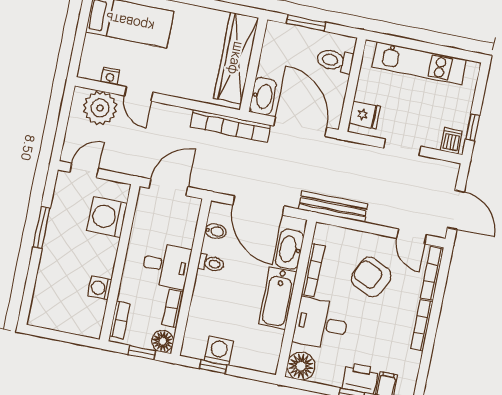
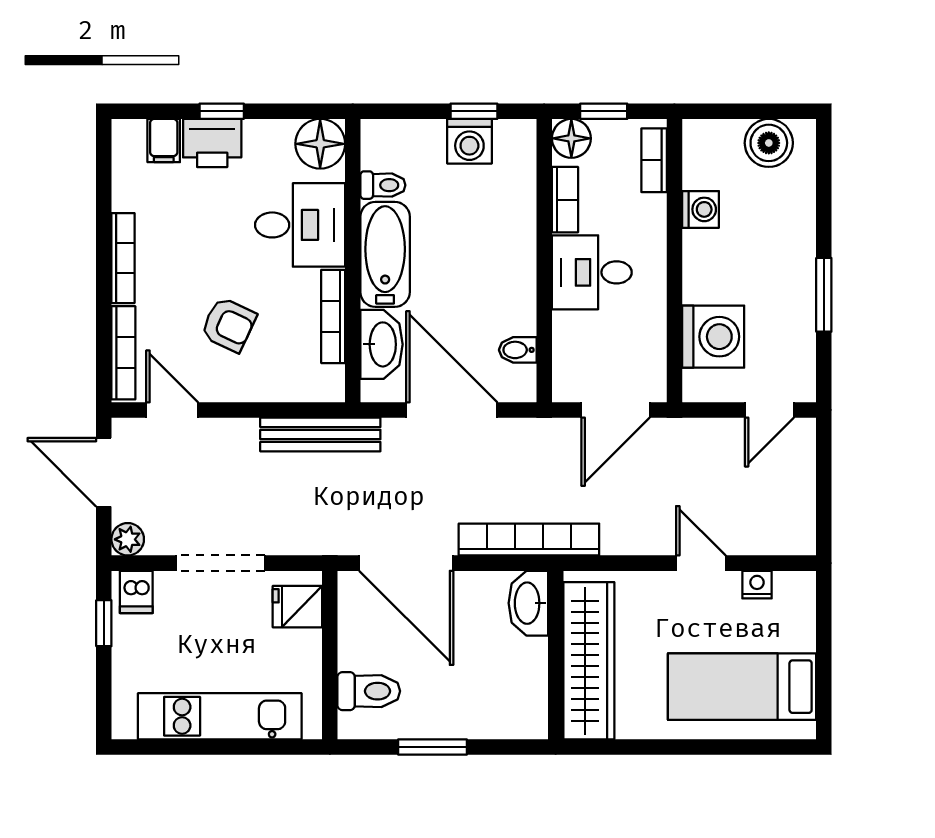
wardrobe: (236, 58) -> (589, 661), moved
wall: (254, 65) -> (556, 655), moved
washbasin: (263, 96) -> (528, 603), moved
plant: (100, 108) -> (128, 539), moved, width x0.53, depth x0.53
doorway: (402, 147) -> (220, 563), width x1.38
toilet: (211, 263) -> (383, 185), moved, turned 180
armchair: (371, 277) -> (229, 325), width x0.72, depth x0.72
boiler: (55, 317) -> (769, 143), added

